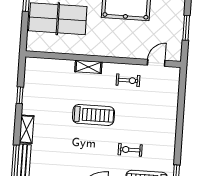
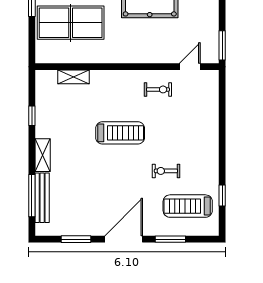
window: (186, 28) -> (222, 45), moved
shelving: (88, 67) -> (74, 77), moved

